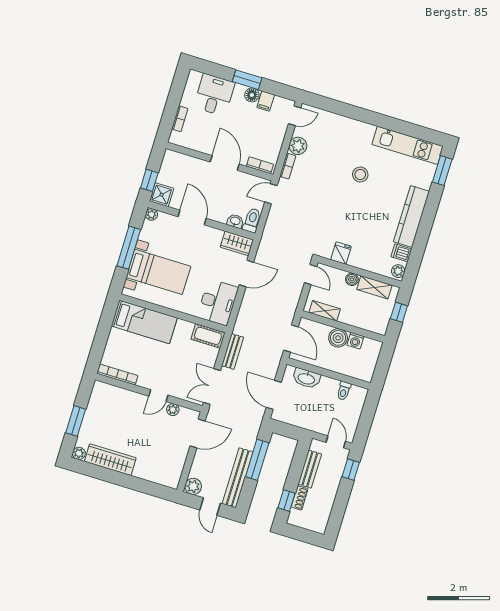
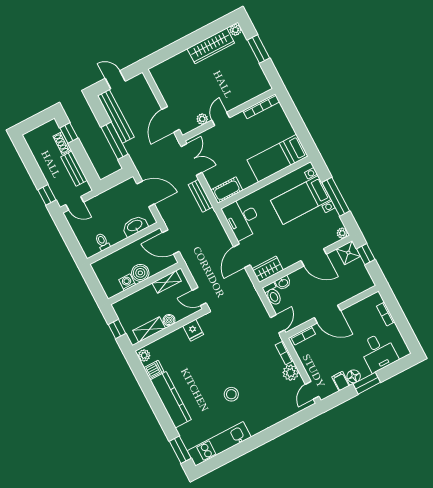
plant: (193, 486) -> (139, 82), removed

